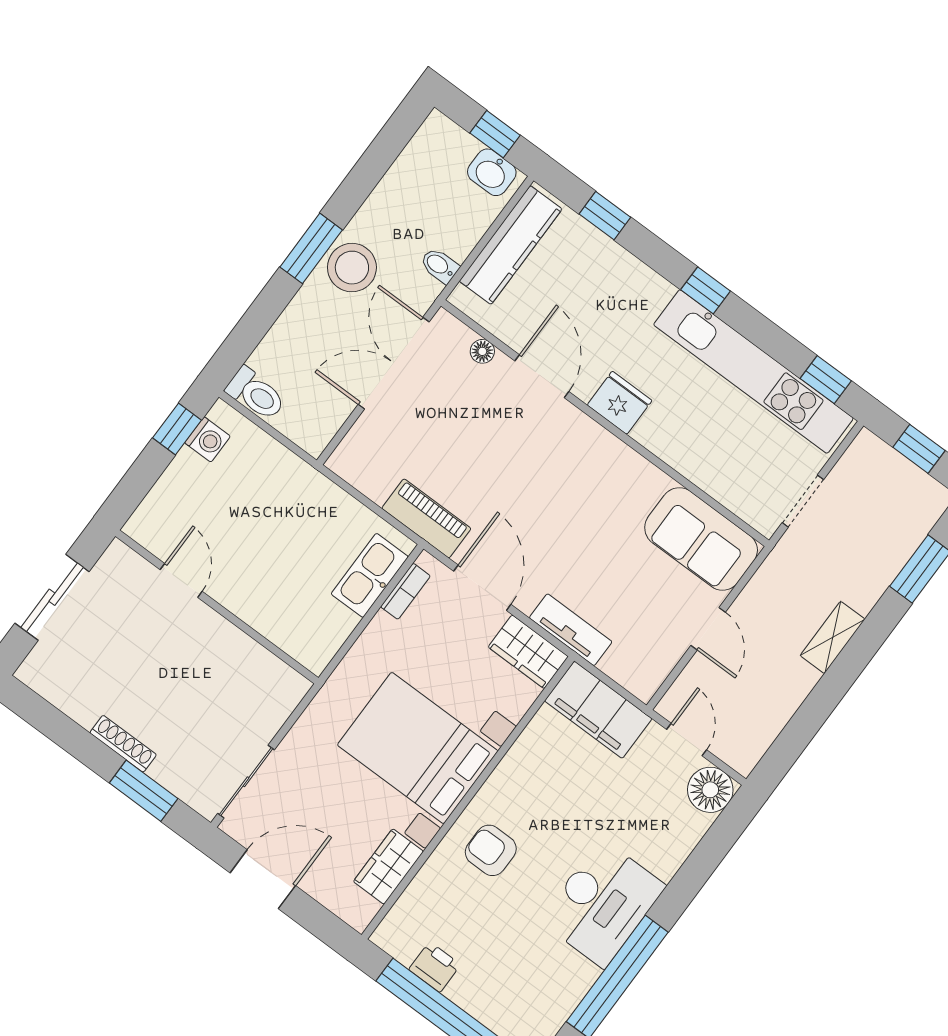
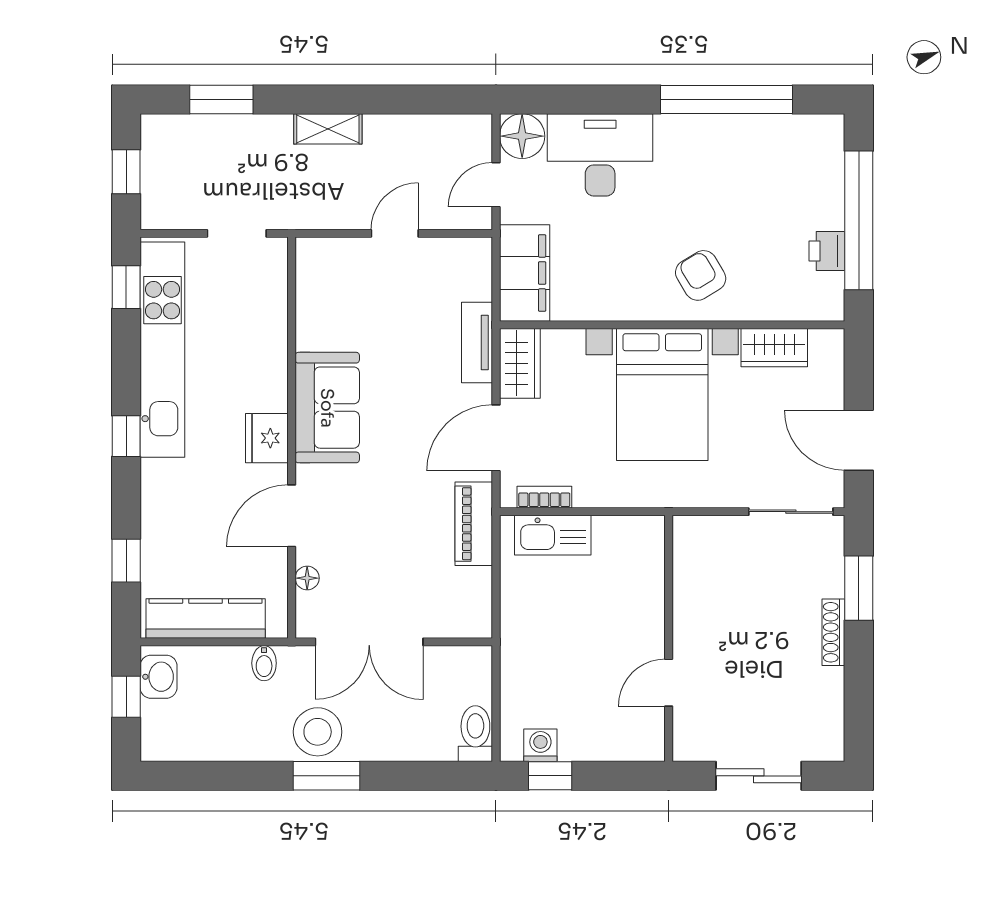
sofa: (701, 539) -> (327, 408), moved
armchair: (491, 850) -> (701, 275), turned 149
desk: (603, 903) -> (600, 155), moved

